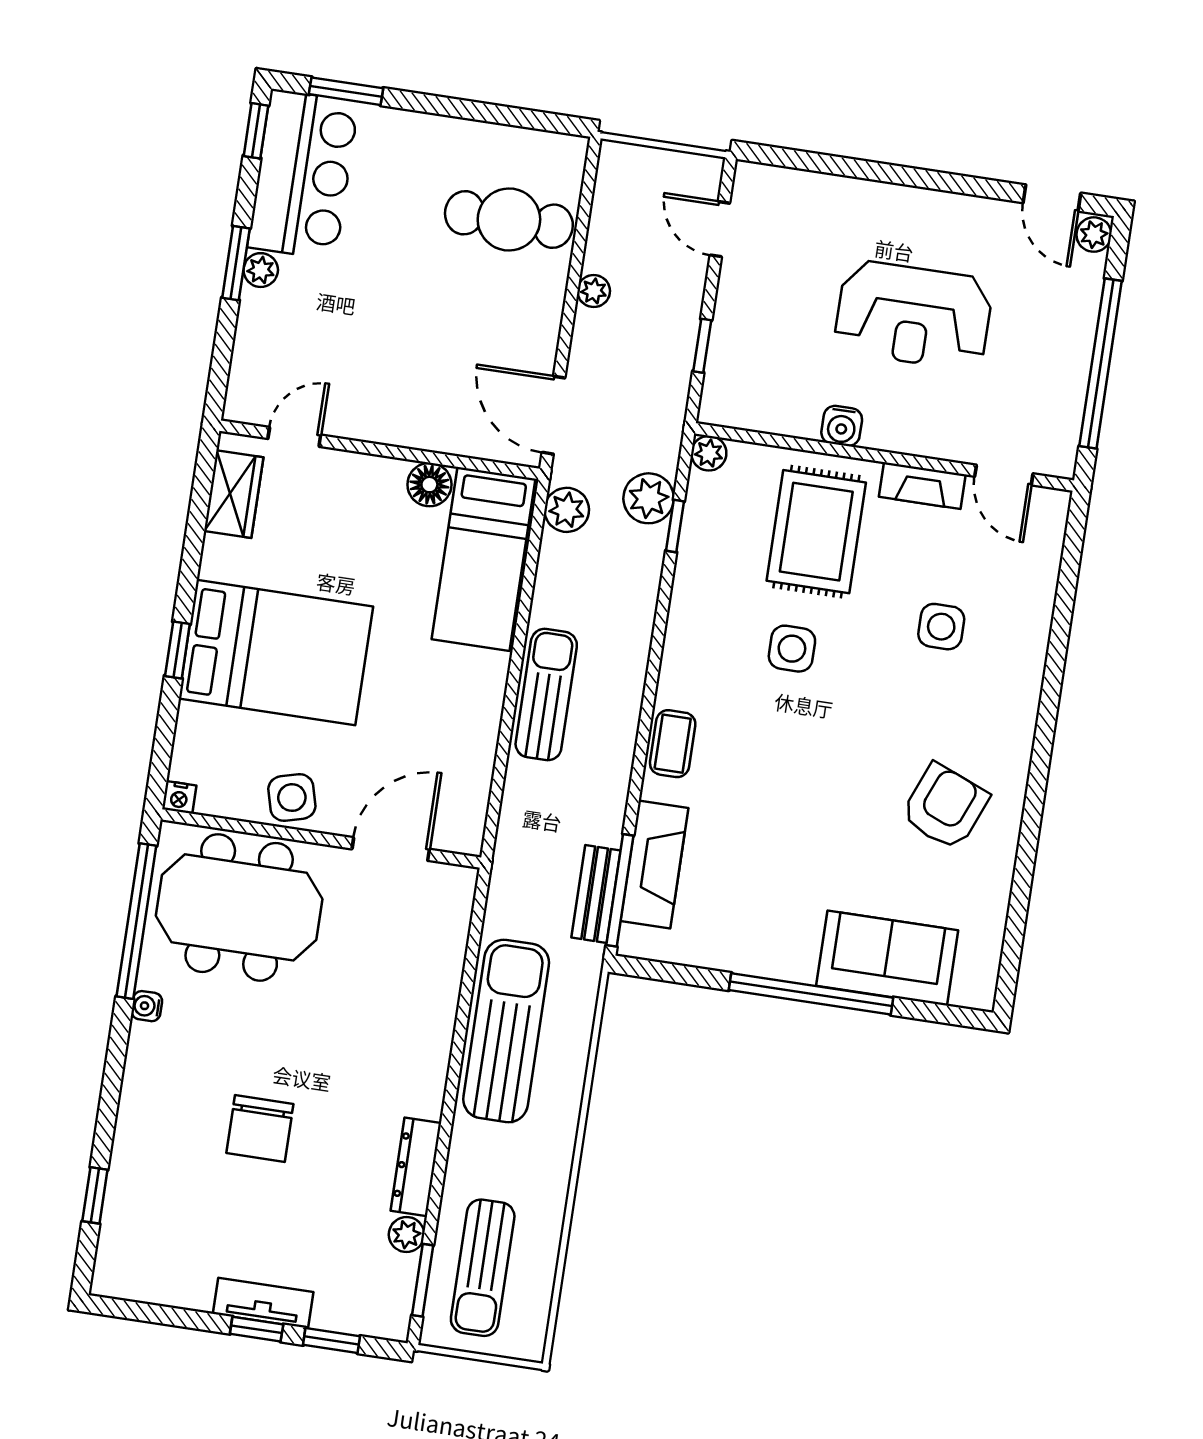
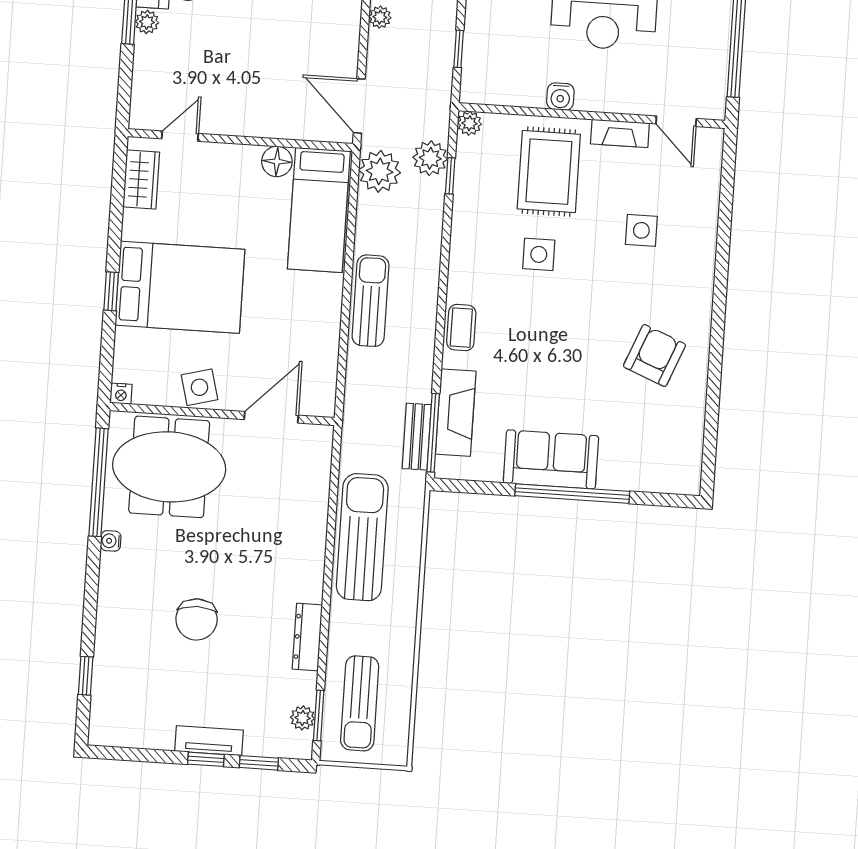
plant: (567, 510) -> (380, 171), width x1.36, depth x1.36
sofa: (887, 958) -> (551, 459), moved
plant: (407, 1234) -> (303, 718), moved

